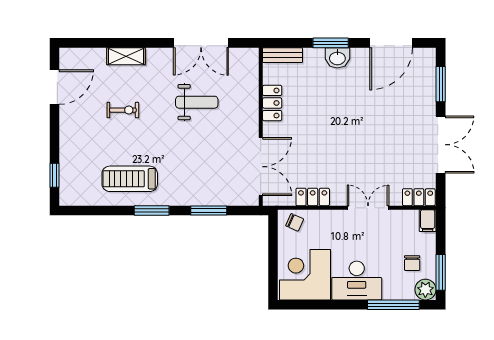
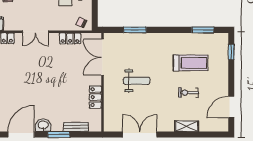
bench: (282, 55) -> (76, 127), moved
washbasin: (337, 58) -> (43, 125), moved
weight bench: (197, 102) -> (137, 81), moved, turned 180
treadmill: (130, 179) -> (191, 63), moved
window: (152, 211) -> (203, 30), moved

